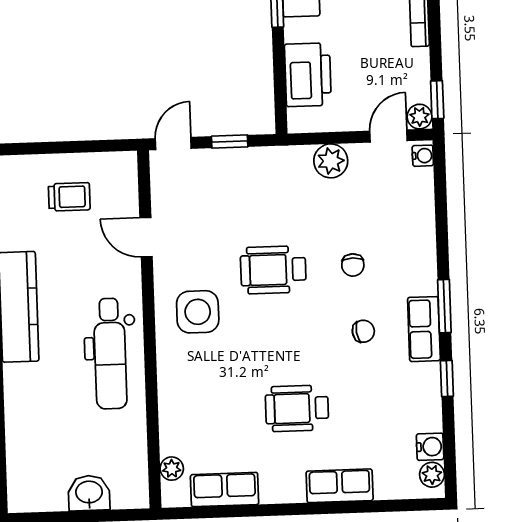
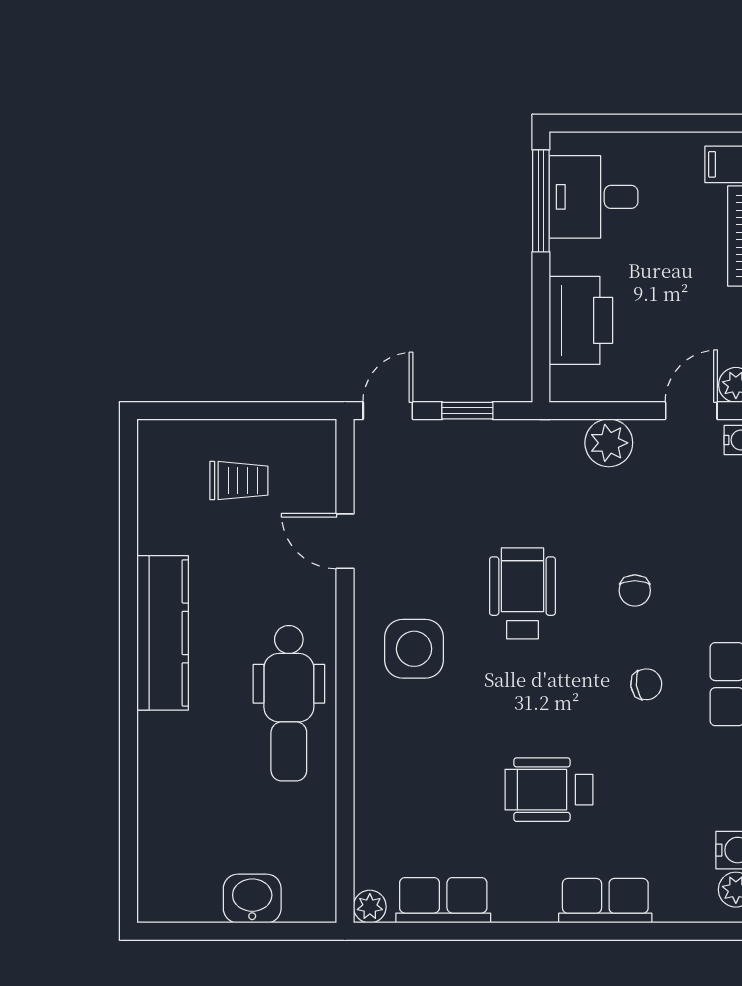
wheelchair: (273, 270) -> (522, 593), turned 90
plant: (172, 469) -> (370, 907), moved

